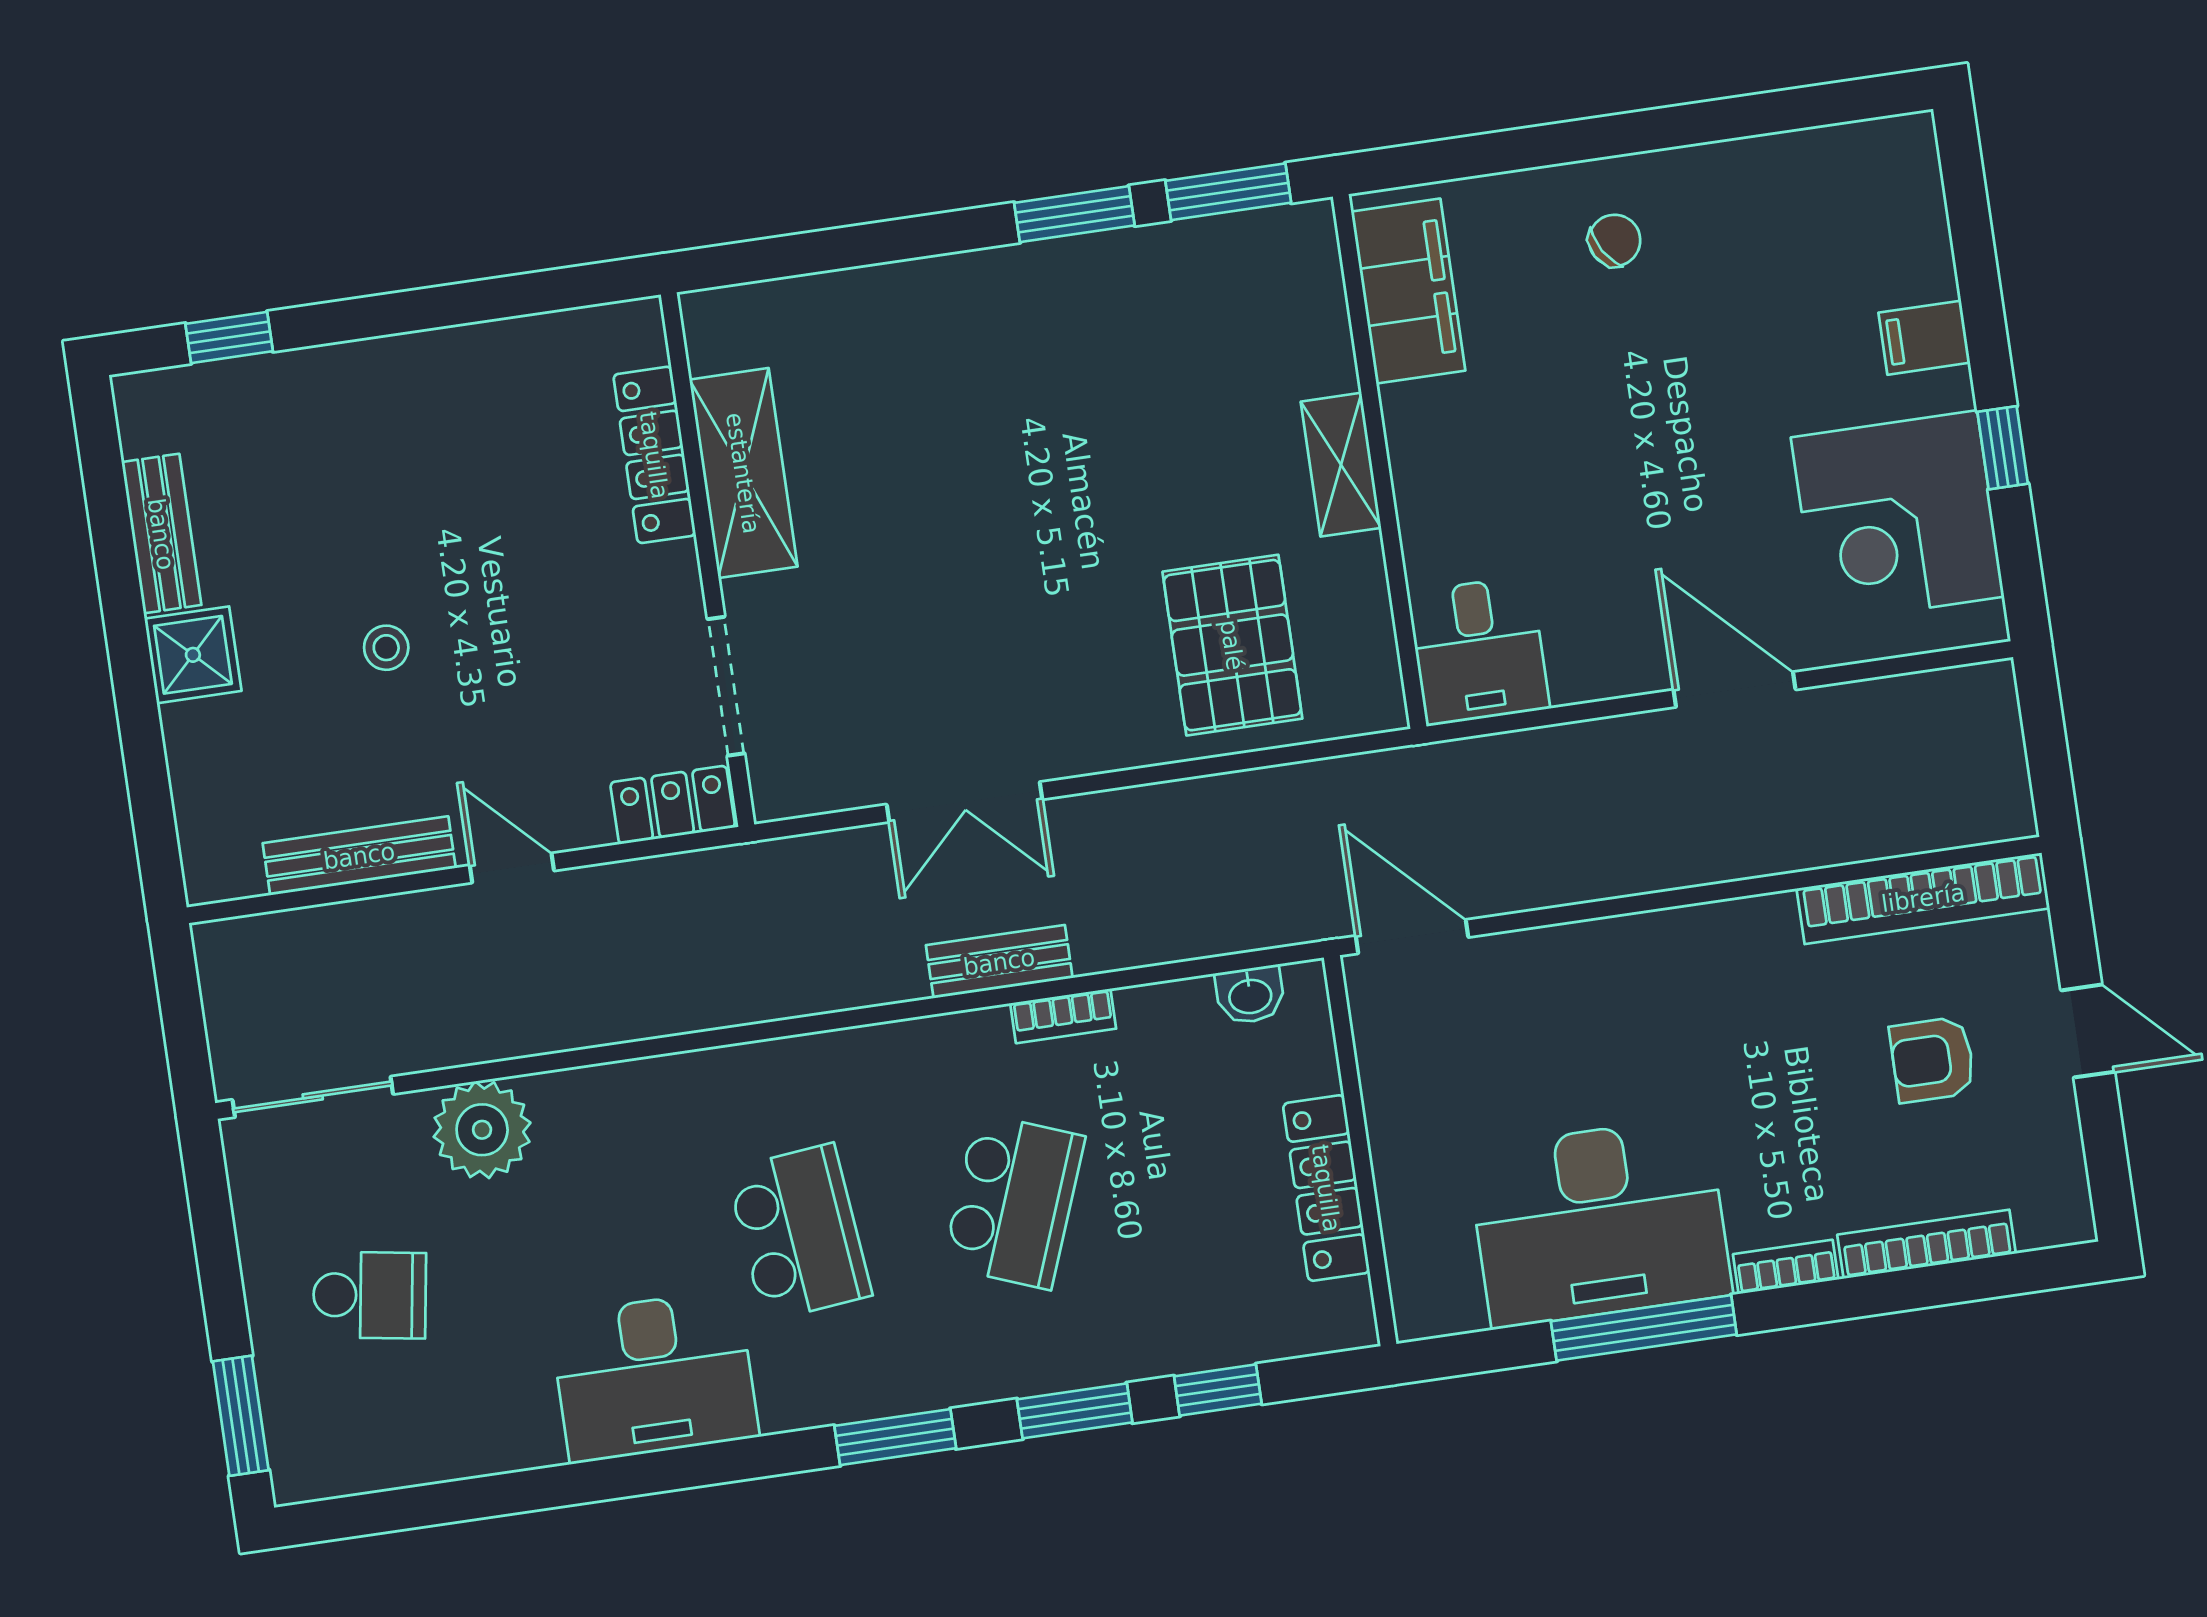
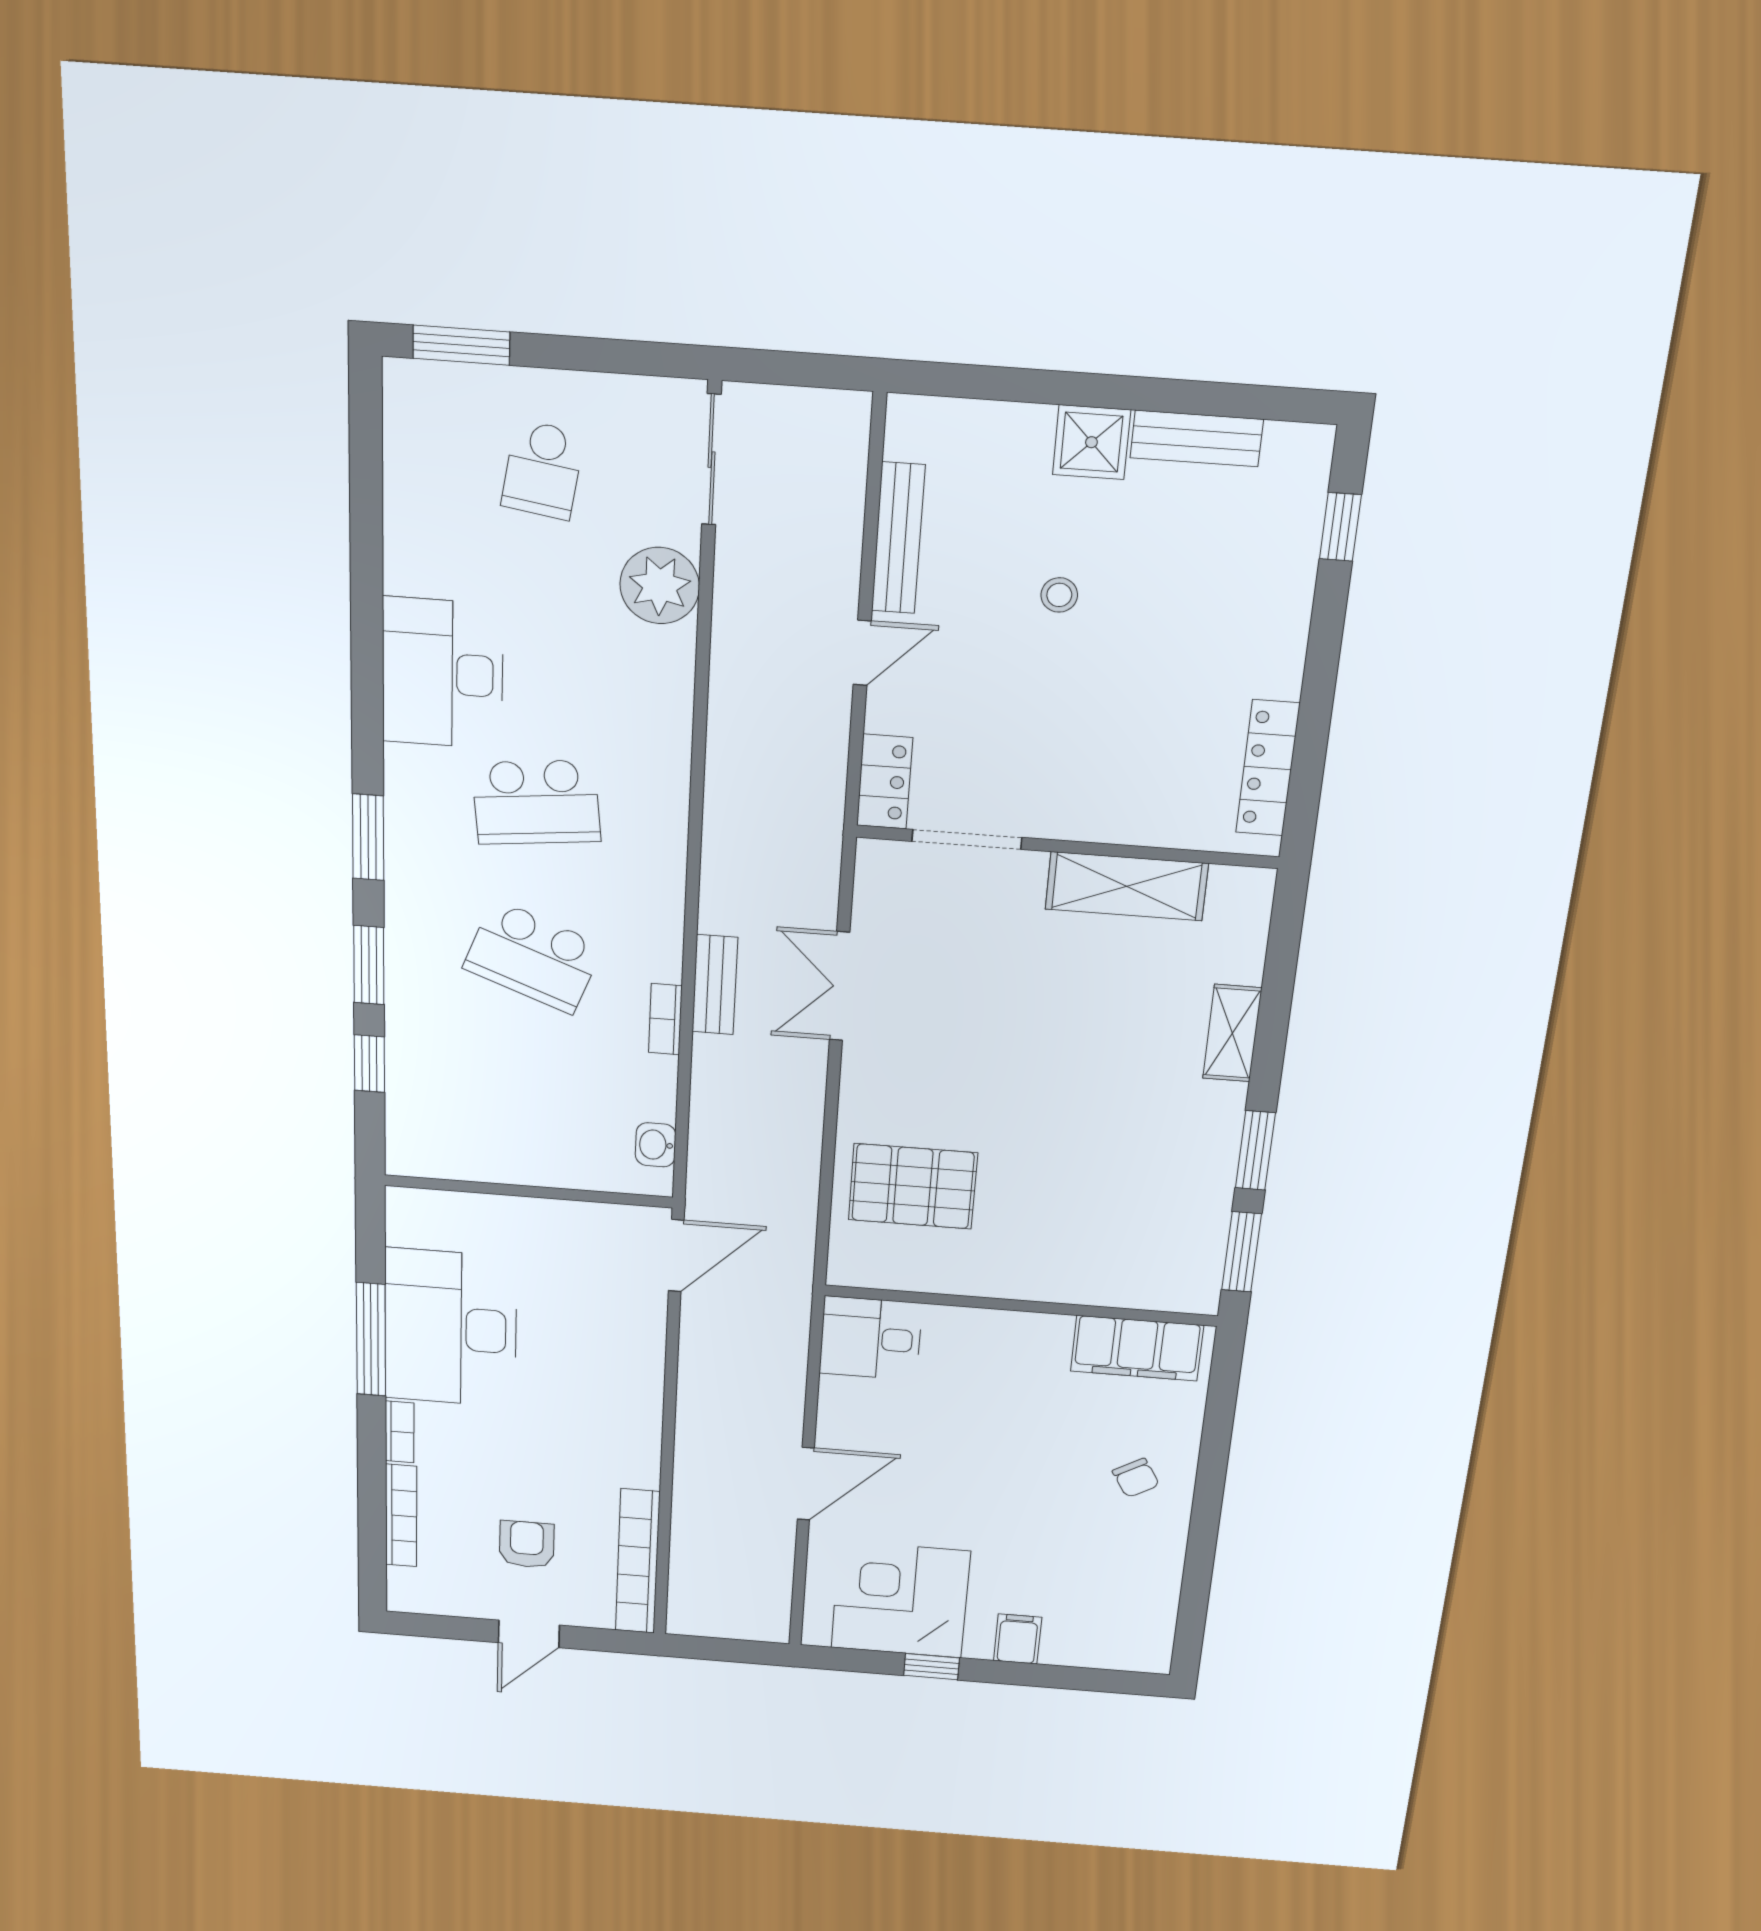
locker: (654, 455) -> (1268, 768), moved, turned -90
shelving: (1341, 465) -> (1232, 1033), moved, turned 90
locker: (1326, 1188) -> (505, 1164), removed

